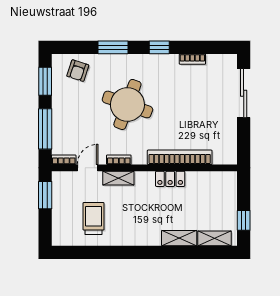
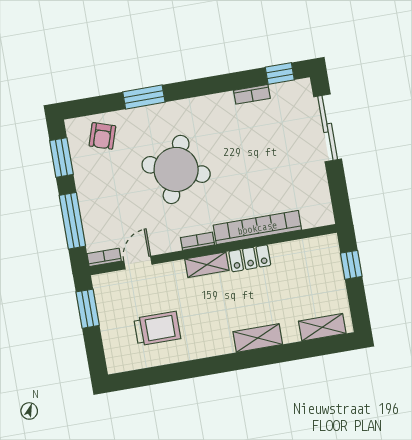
window: (159, 47) -> (280, 74), moved
bookcase: (119, 160) -> (198, 241), moved
shelving: (118, 178) -> (207, 265), moved
trolley: (94, 219) -> (157, 329), turned 90
window: (244, 220) -> (351, 265), moved
shelving: (179, 238) -> (258, 338), moved

